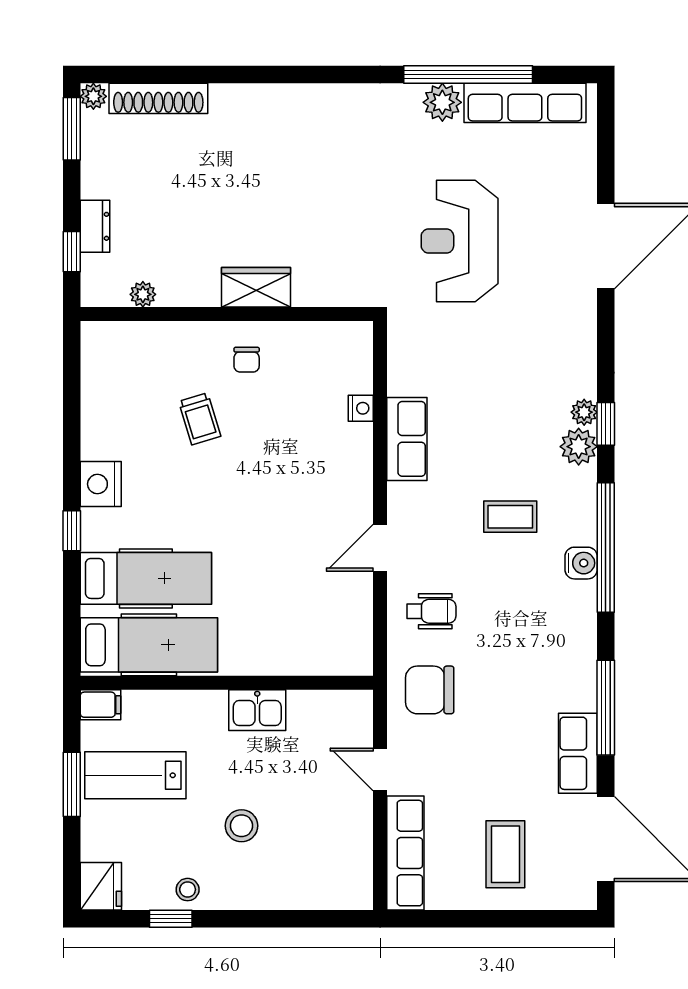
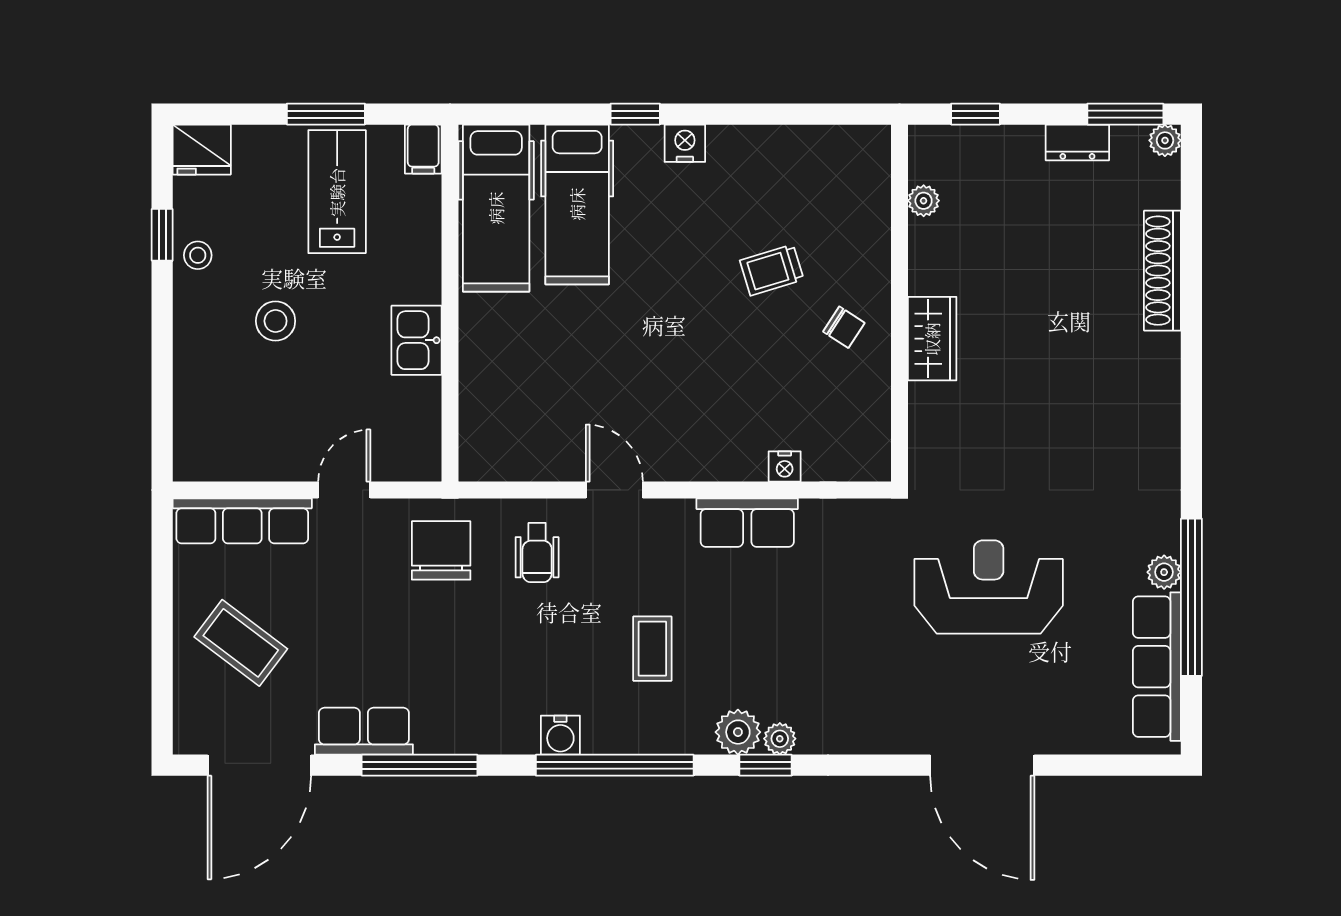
shoe rack: (158, 98) -> (1162, 271), moved
plant: (442, 102) -> (1164, 572), width x0.73, depth x0.73
dresser: (95, 226) -> (1077, 142), moved
chair: (247, 360) -> (844, 327), turned -147
nightstand: (101, 484) -> (685, 143), width x0.74, depth x0.75
water cooler: (581, 563) -> (560, 735), moved
coffee table: (505, 854) -> (241, 643), turned 37

